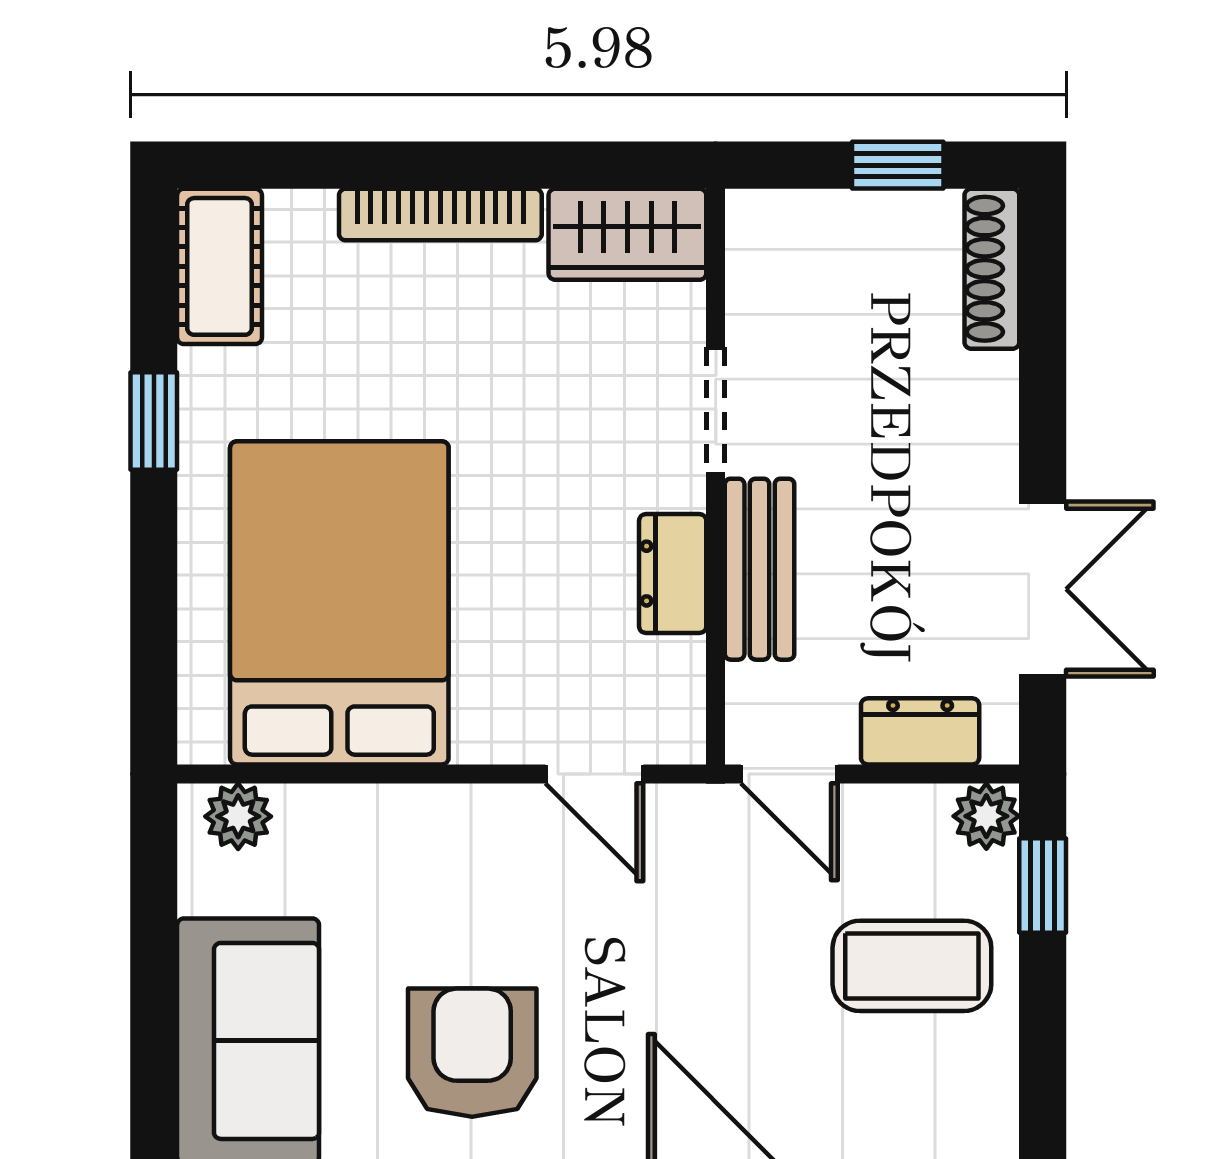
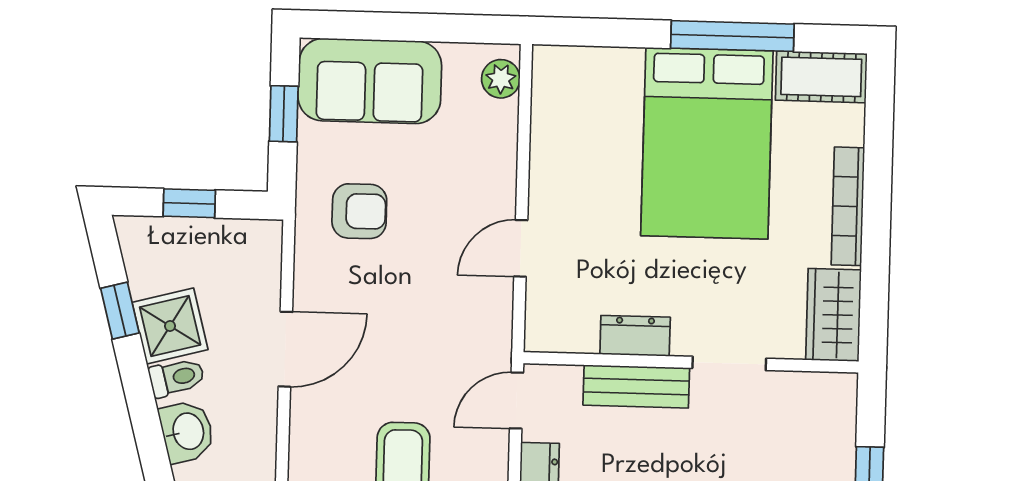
window: (154, 421) -> (732, 36), width x2.17
bed: (339, 603) -> (707, 143), moved, turned 90
door: (594, 774) -> (521, 248), moved
armchair: (472, 1053) -> (359, 211), width x0.72, depth x0.72

